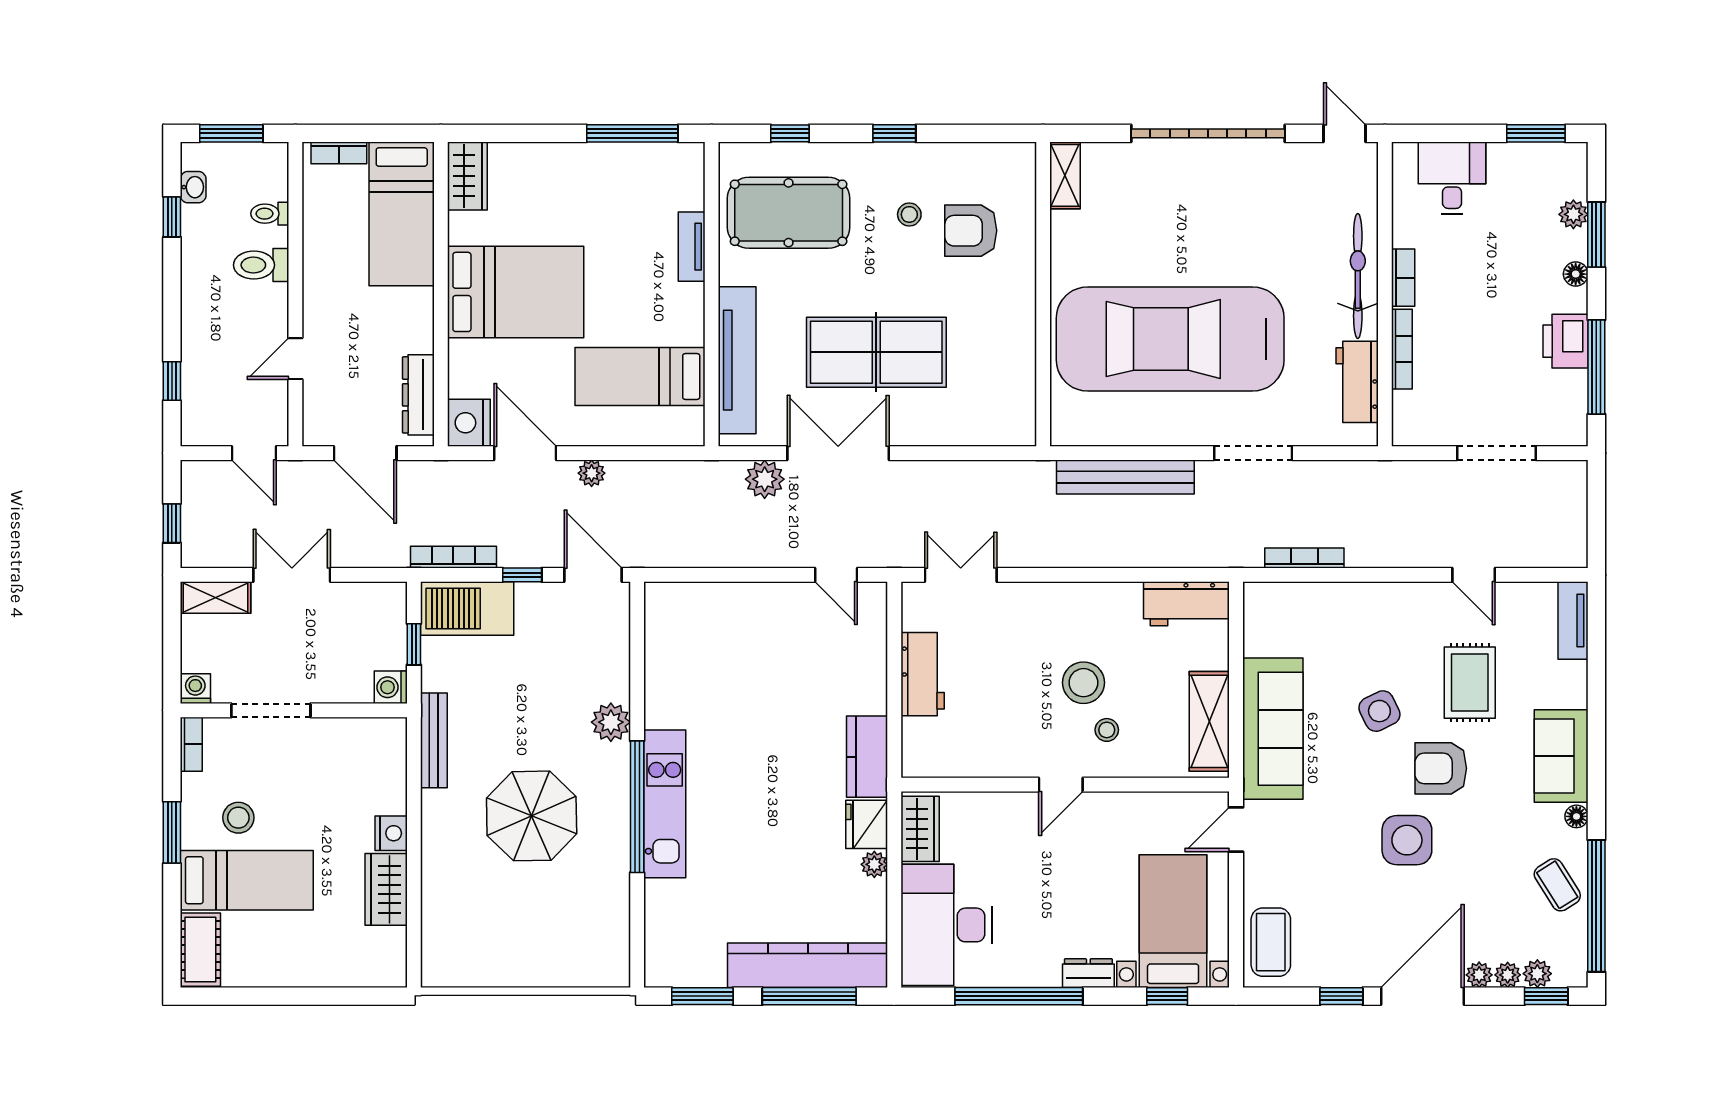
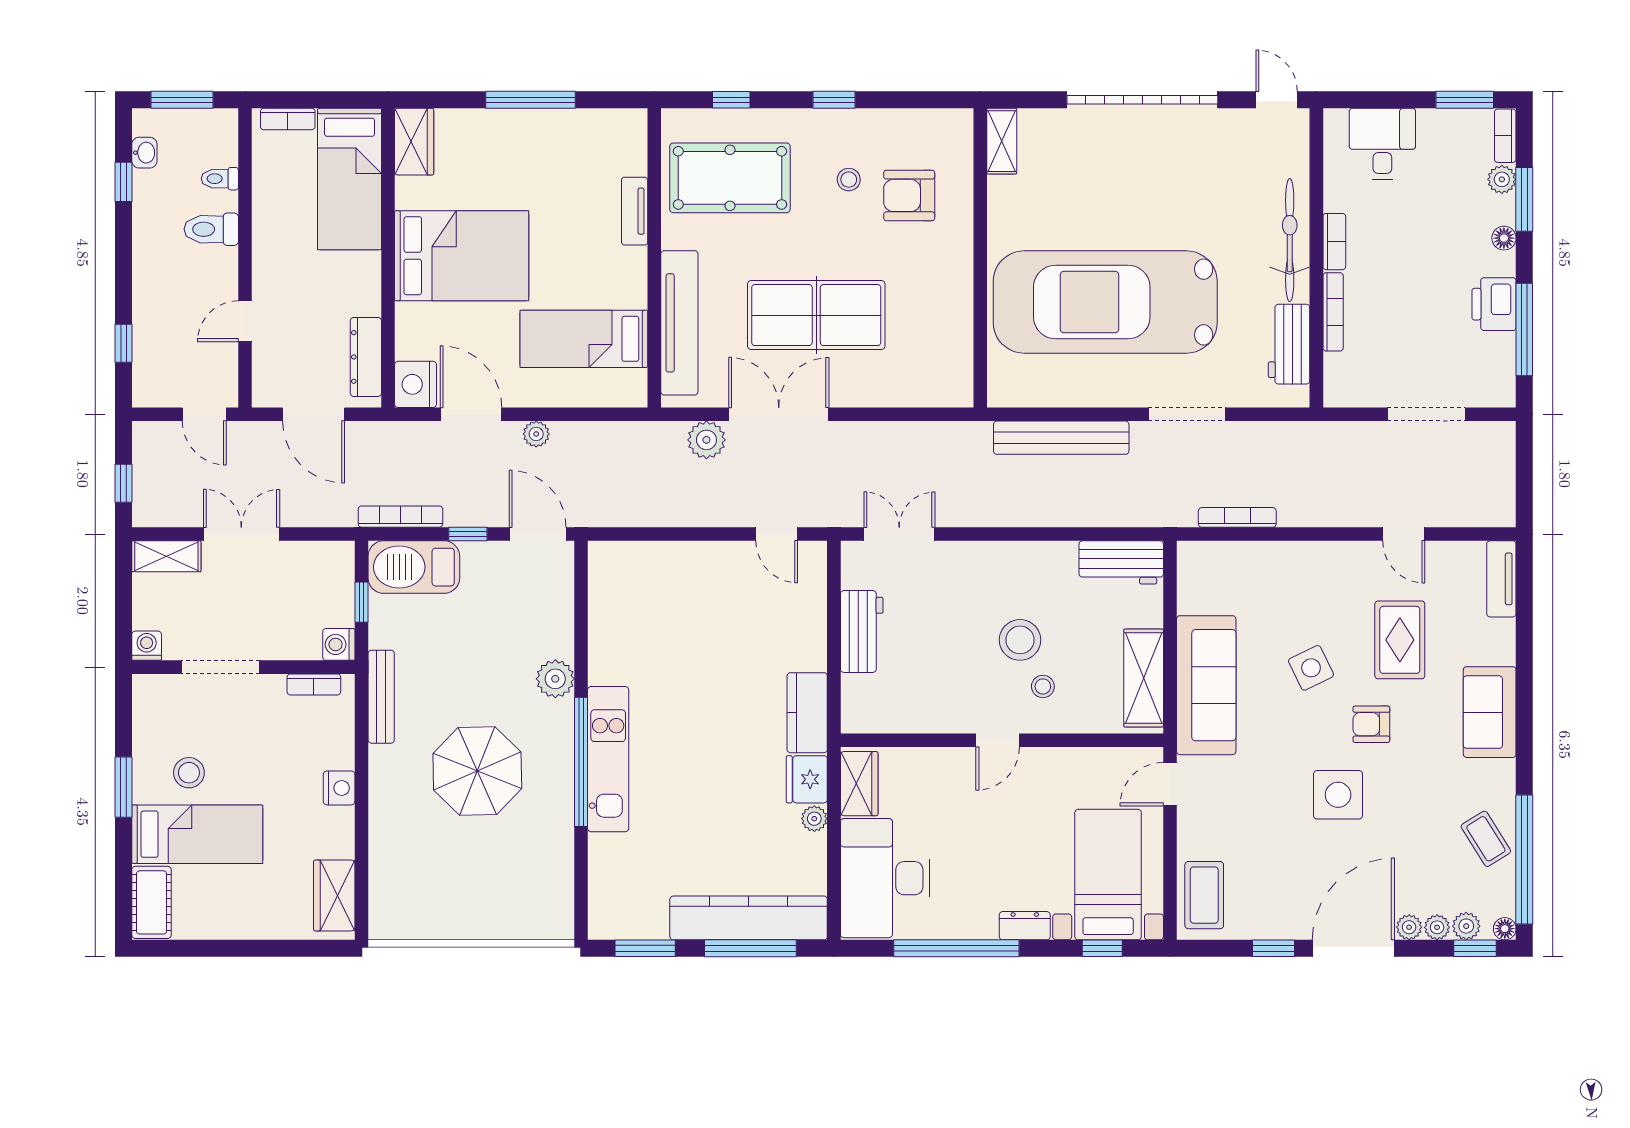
window: (632, 133) -> (530, 100), moved
bookcase: (1577, 170) -> (1505, 136), added
bookcase: (191, 744) -> (314, 684), moved, turned 90
armchair: (1441, 768) -> (1371, 724), width x0.72, depth x0.72
floor lamp: (1576, 816) -> (1505, 929), moved
wardrobe: (386, 889) -> (334, 896), moved

